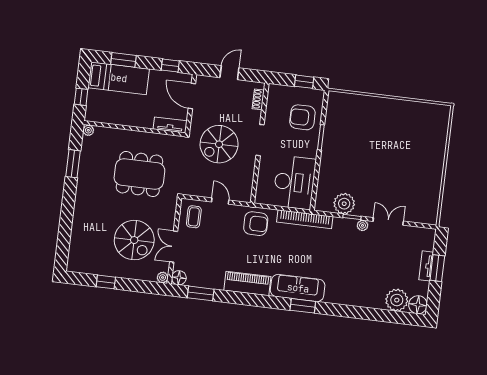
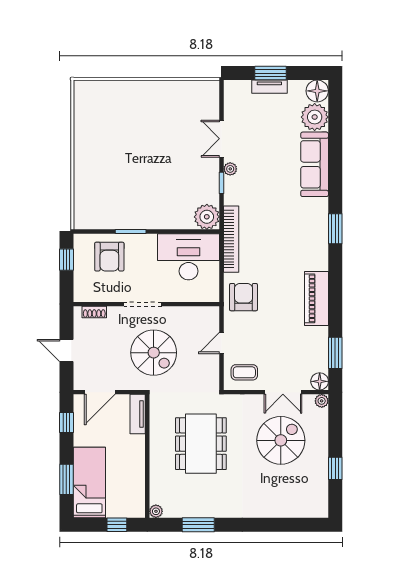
plant: (344, 204) -> (207, 217), moved
sofa: (298, 288) -> (315, 164), moved

